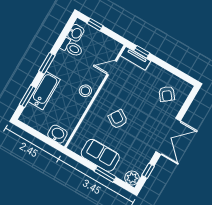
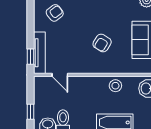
tv unit: (136, 58) -> (39, 53), width x1.41
stool: (85, 91) -> (115, 86), moved

